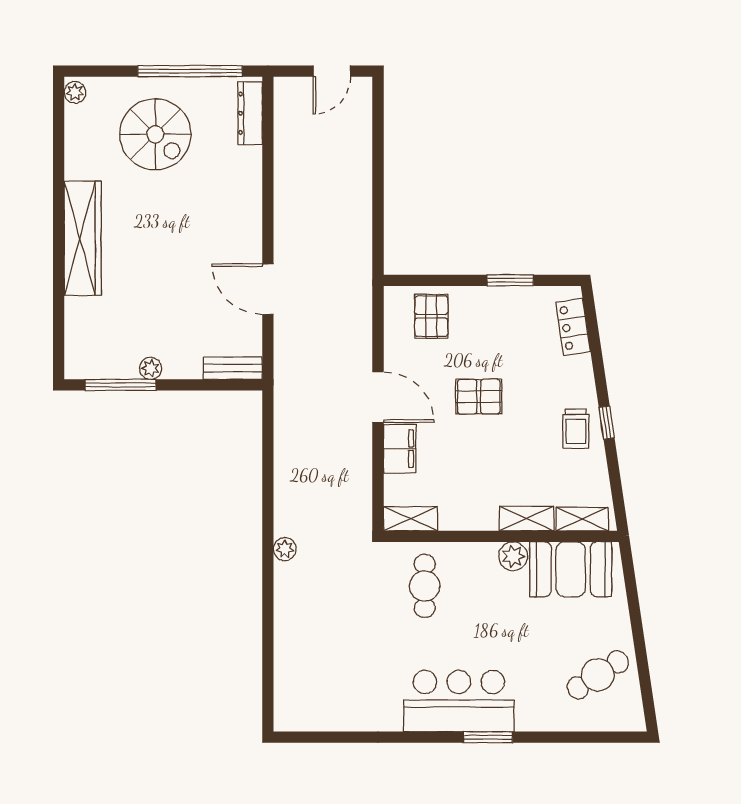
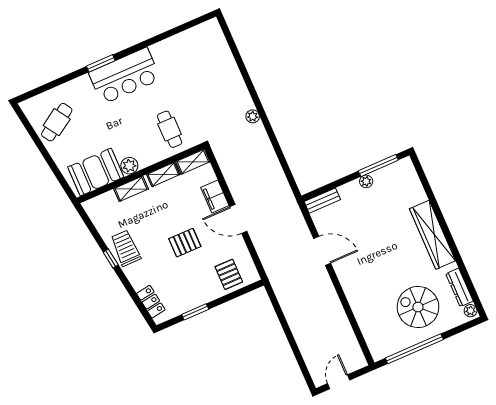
dresser: (250, 113) -> (459, 287), moved, turned 180
trolley: (576, 429) -> (126, 248), width x1.36, depth x1.39
shelving: (582, 519) -> (163, 174), moved

